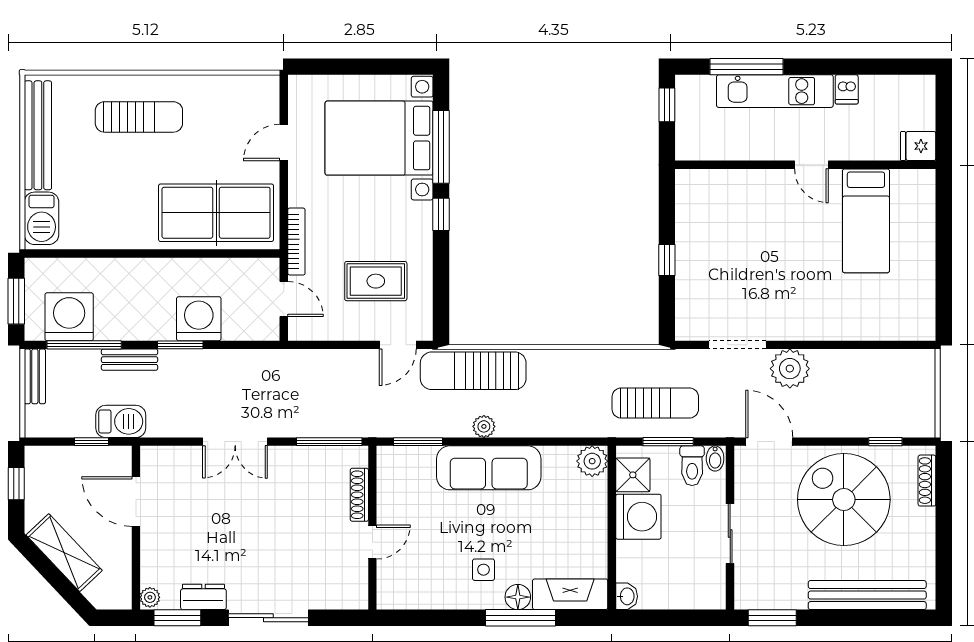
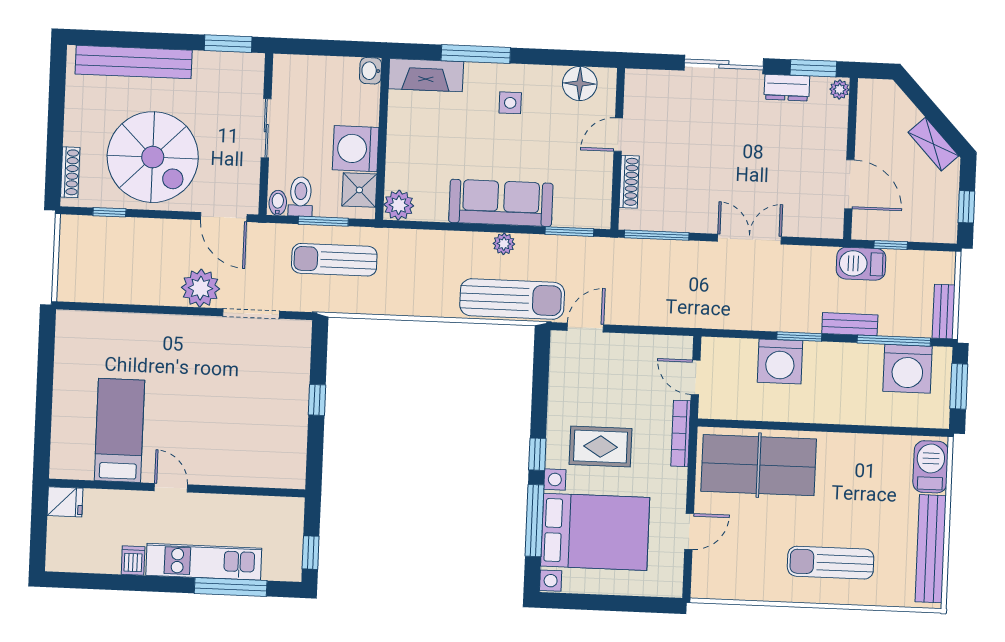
rug: (376, 281) -> (601, 447), moved
shelving: (64, 553) -> (933, 144), width x0.67, depth x0.75
floor lamp: (518, 597) -> (580, 84), moved, width x1.38, depth x1.38

